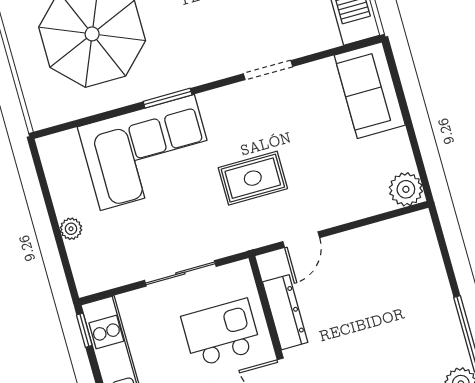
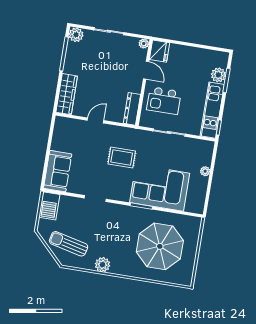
plant: (406, 189) -> (62, 124), removed
door: (301, 240) -> (96, 120), moved
wardrobe: (424, 255) -> (67, 94), added
dresser: (285, 312) -> (132, 109), moved

